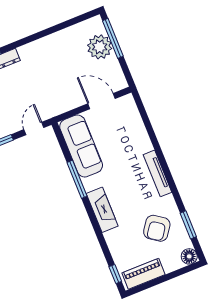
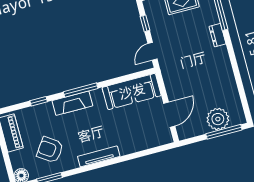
door: (34, 128) -> (152, 51), swing flipped
window: (77, 179) -> (81, 90), moved
window: (115, 274) -> (39, 101), moved

